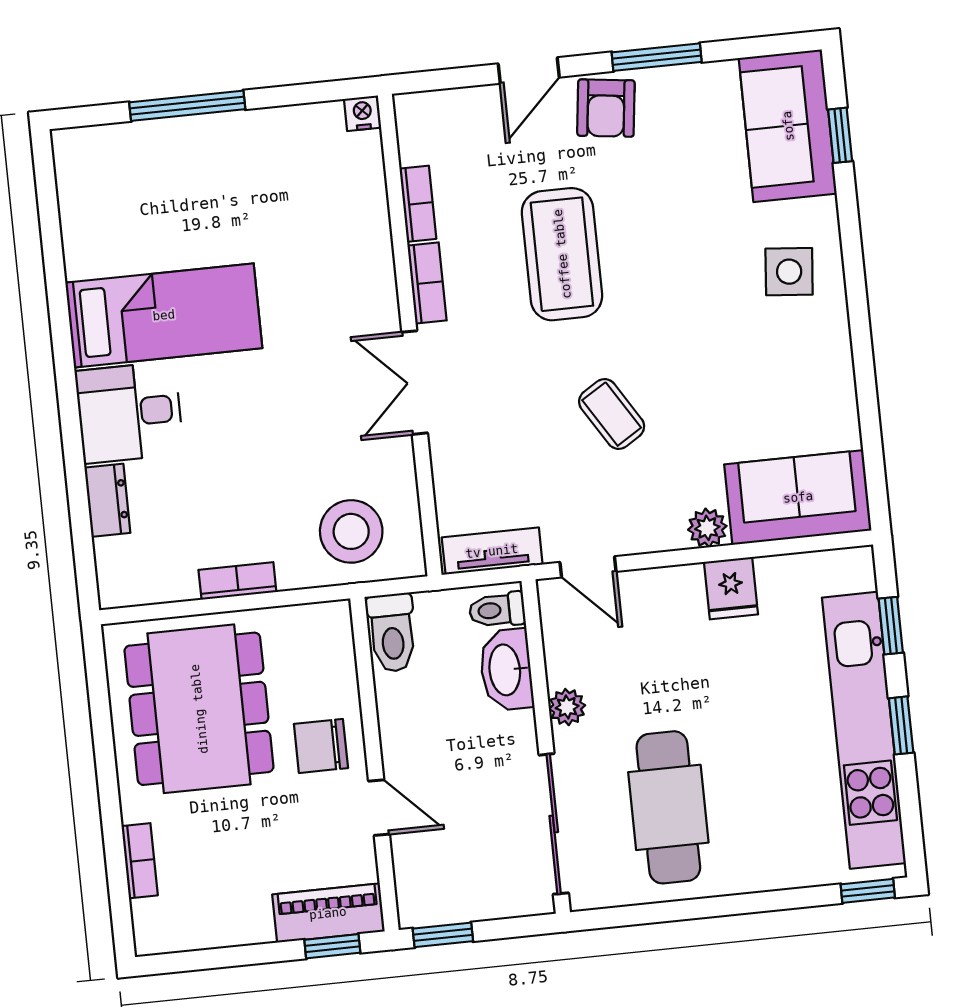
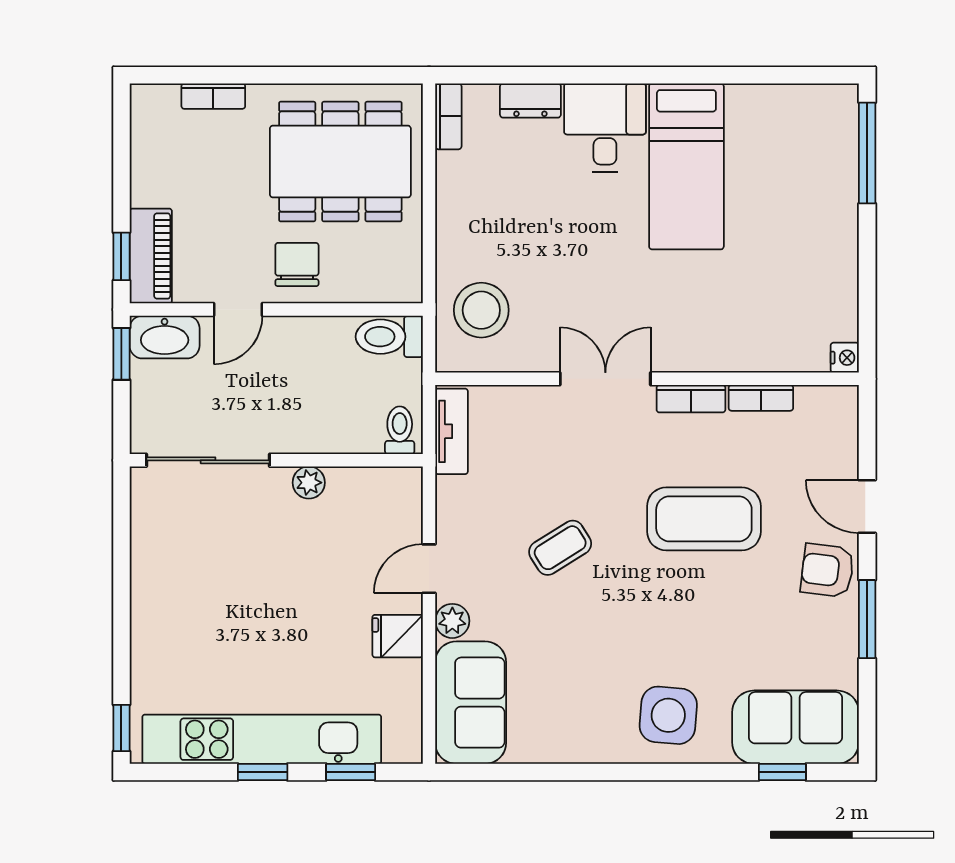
window: (187, 106) -> (867, 153), moved
side table: (789, 272) -> (668, 715), width x1.37, depth x1.37
door: (588, 567) -> (429, 569), moved
bookcase: (237, 581) -> (448, 116), moved
washbasin: (506, 670) -> (165, 337), moved, turned 180
cafe table: (668, 807) -> (212, 562), removed

